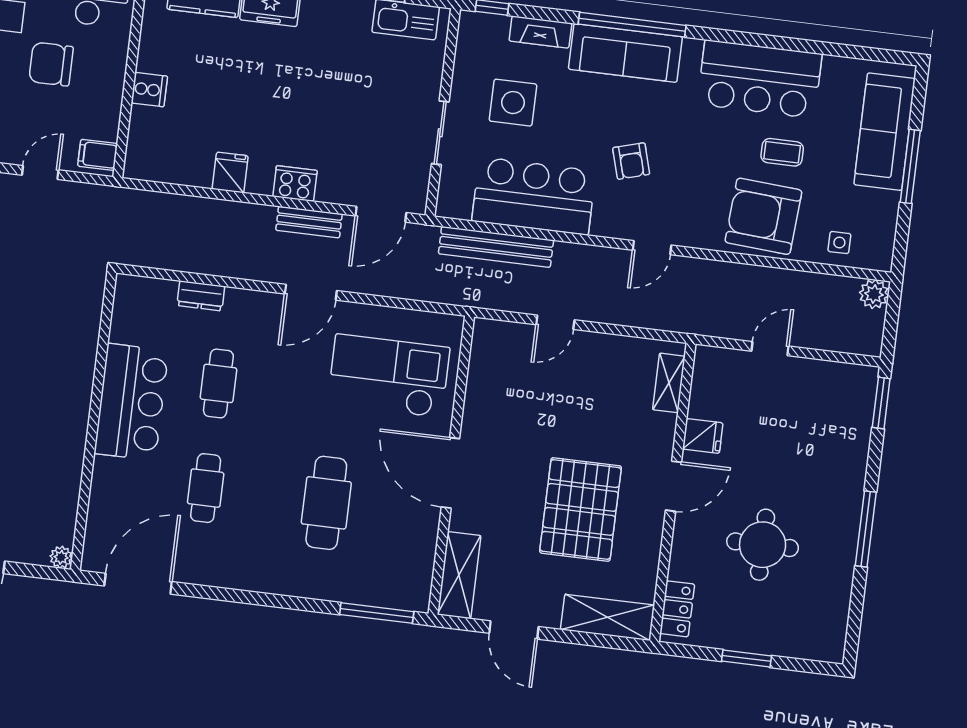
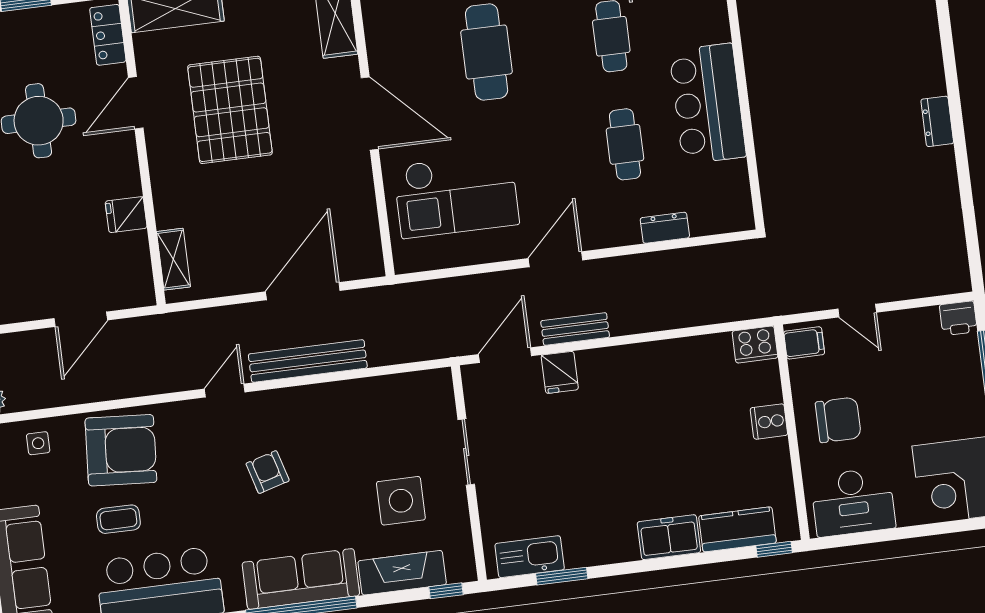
fireplace: (540, 32) -> (402, 573), width x1.37, depth x1.32
chair: (51, 64) -> (838, 420), moved
fridge: (230, 172) -> (560, 372), moved
door: (40, 173) -> (857, 311), hinge flipped
cooker: (295, 184) -> (755, 345), moved
bar counter: (534, 196) -> (356, 412), removed
bench: (496, 247) -> (308, 361), moved
door: (555, 322) -> (303, 291), width x1.88
door: (770, 349) -> (81, 319), width x1.38
door: (674, 486) -> (136, 103), moved

